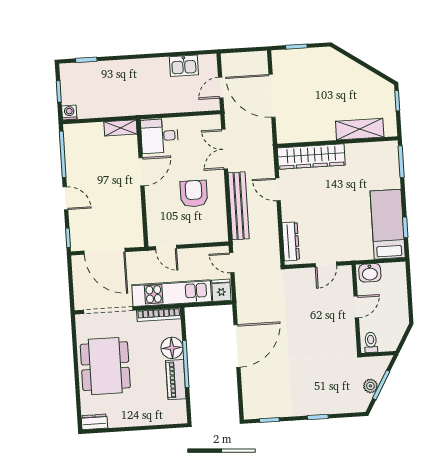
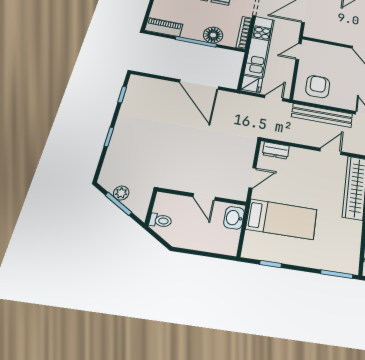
armchair: (194, 194) -> (318, 87), moved, turned -90
bed: (388, 224) -> (282, 219), moved
dresser: (291, 241) -> (276, 150), width x0.70
door: (326, 264) -> (252, 178), swing flipped
toilet: (371, 342) -> (160, 221), moved
piano: (176, 380) -> (164, 27), moved

